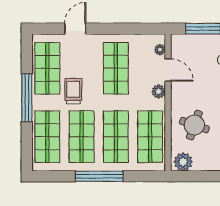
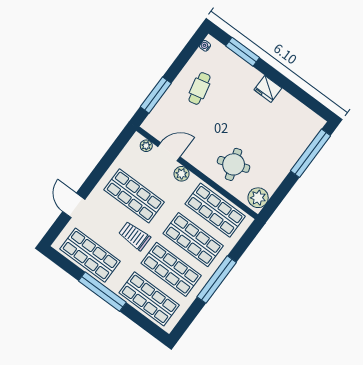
trolley: (73, 91) -> (134, 236), moved
round table: (194, 125) -> (234, 164), turned -38

